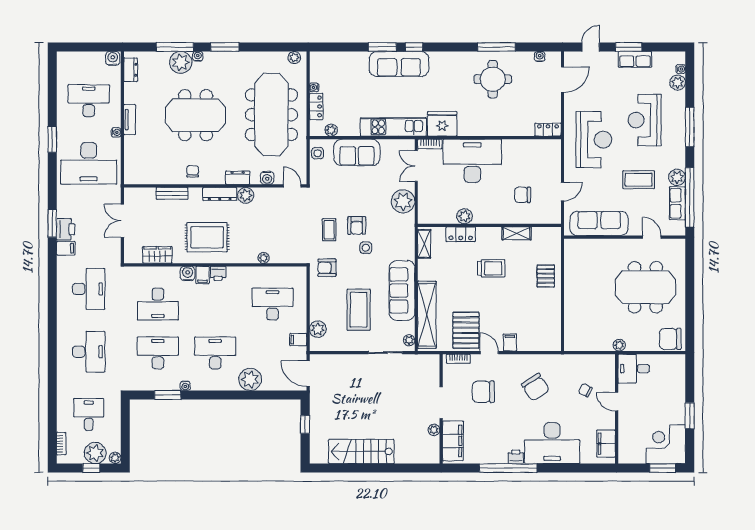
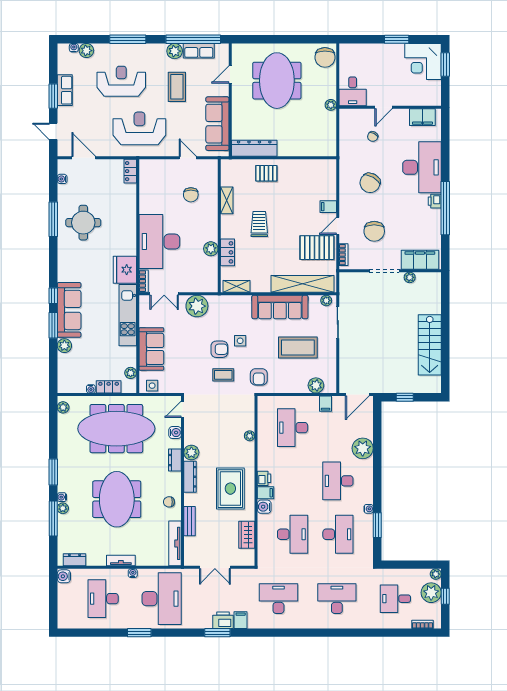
plant: (361, 59) -> (64, 346), added
plant: (181, 62) -> (63, 508), width x0.53, depth x0.53
reception desk: (645, 120) -> (121, 81), turned 180
tv unit: (148, 178) -> (175, 543), added
dresser: (573, 263) -> (254, 148), added
desk: (158, 353) -> (338, 534), turned 180
chair: (535, 387) -> (370, 183), turned 153

